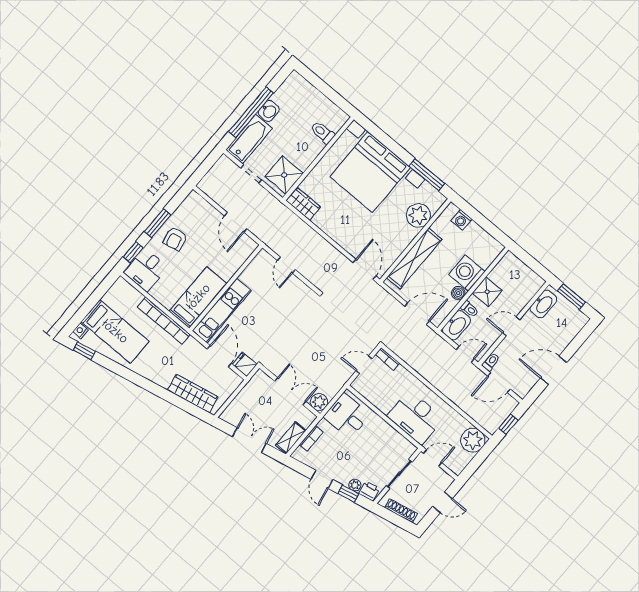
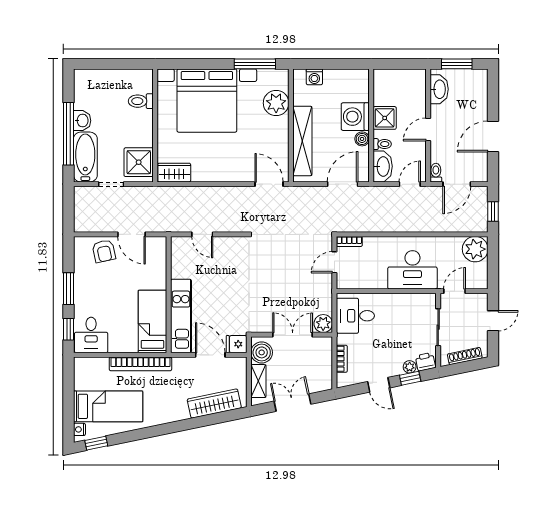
armchair: (175, 239) -> (104, 251), moved
boiler: (258, 385) -> (262, 352), added
shelving: (291, 438) -> (258, 381), moved

